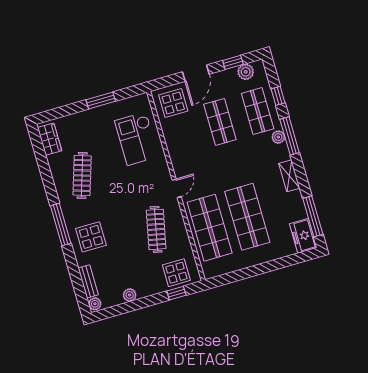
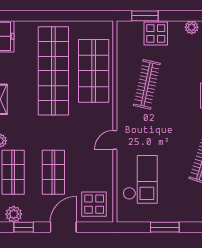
door: (177, 188) -> (115, 140), moved
shop shelf: (247, 217) -> (53, 71), width x1.40
display table: (176, 273) -> (156, 34), moved
window: (176, 293) -> (145, 16), width x1.50

